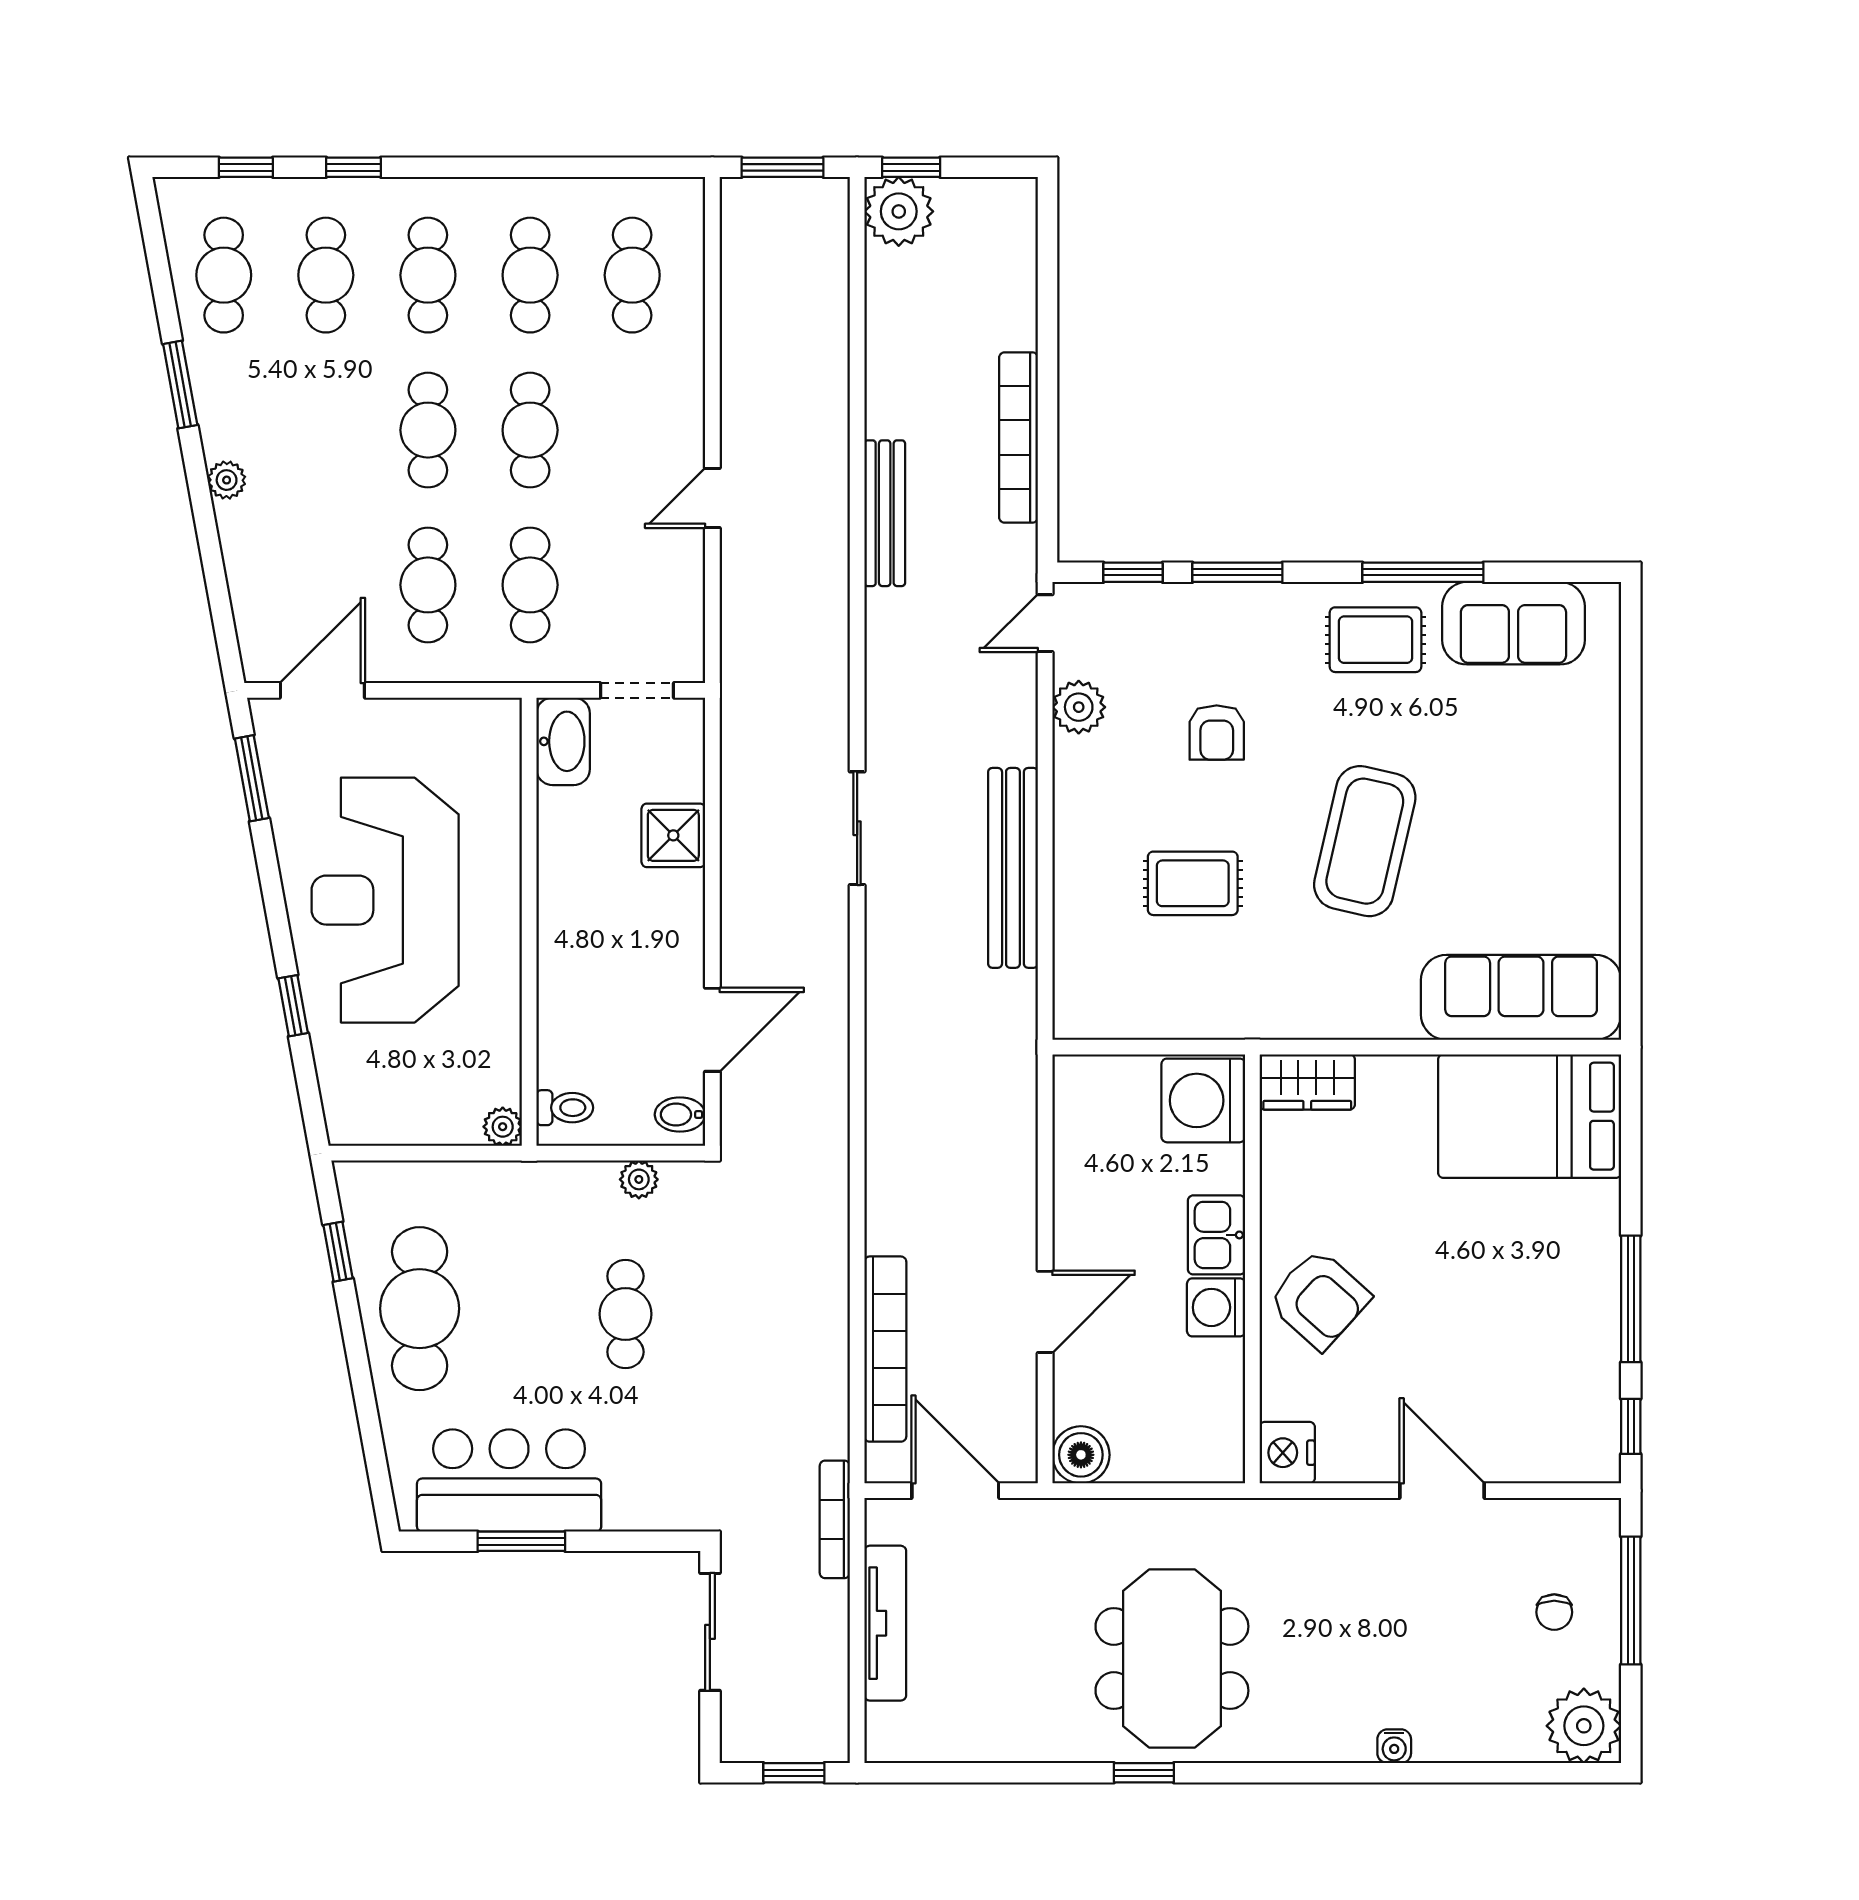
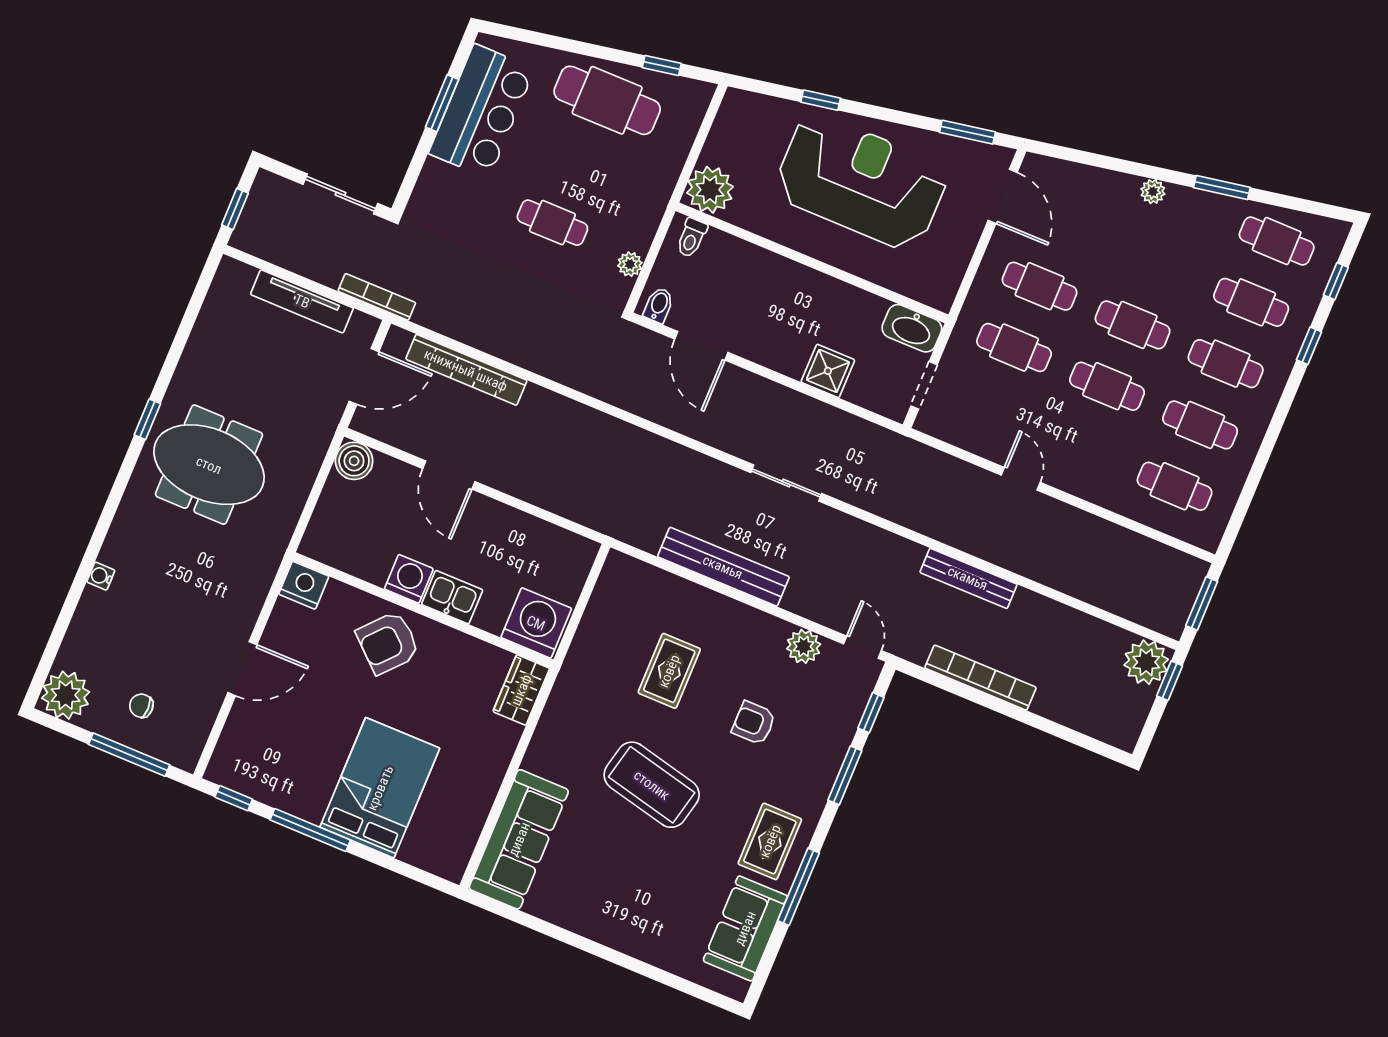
bed: (1530, 1116) -> (380, 788), moved
plant: (503, 1127) -> (710, 190), width x1.88, depth x1.88

